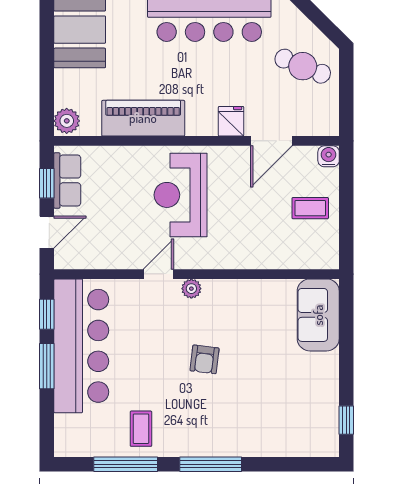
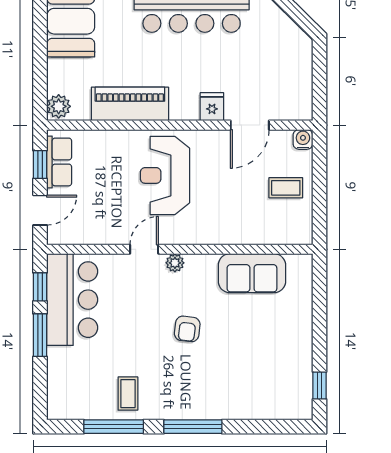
cafe table: (303, 66) -> (279, 55), removed
sofa: (318, 315) -> (252, 273), moved, turned -90
bar counter: (81, 346) -> (72, 300), width x0.73

